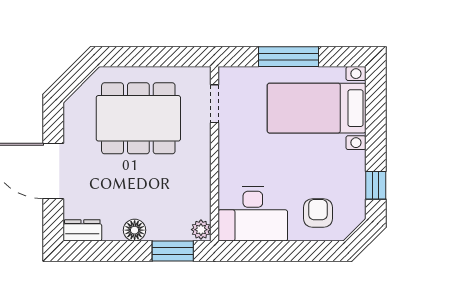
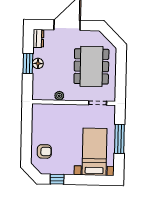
desk: (253, 214) -> (44, 120), removed
plant: (201, 230) -> (59, 96), moved
window: (173, 251) -> (28, 63), moved

